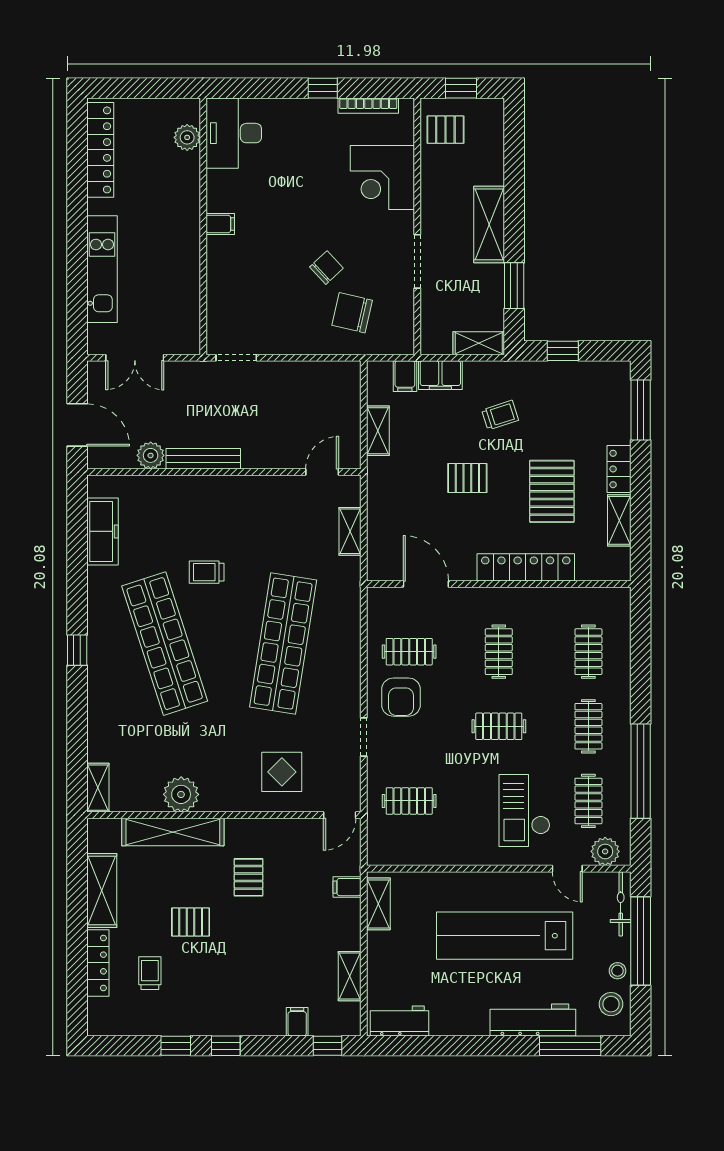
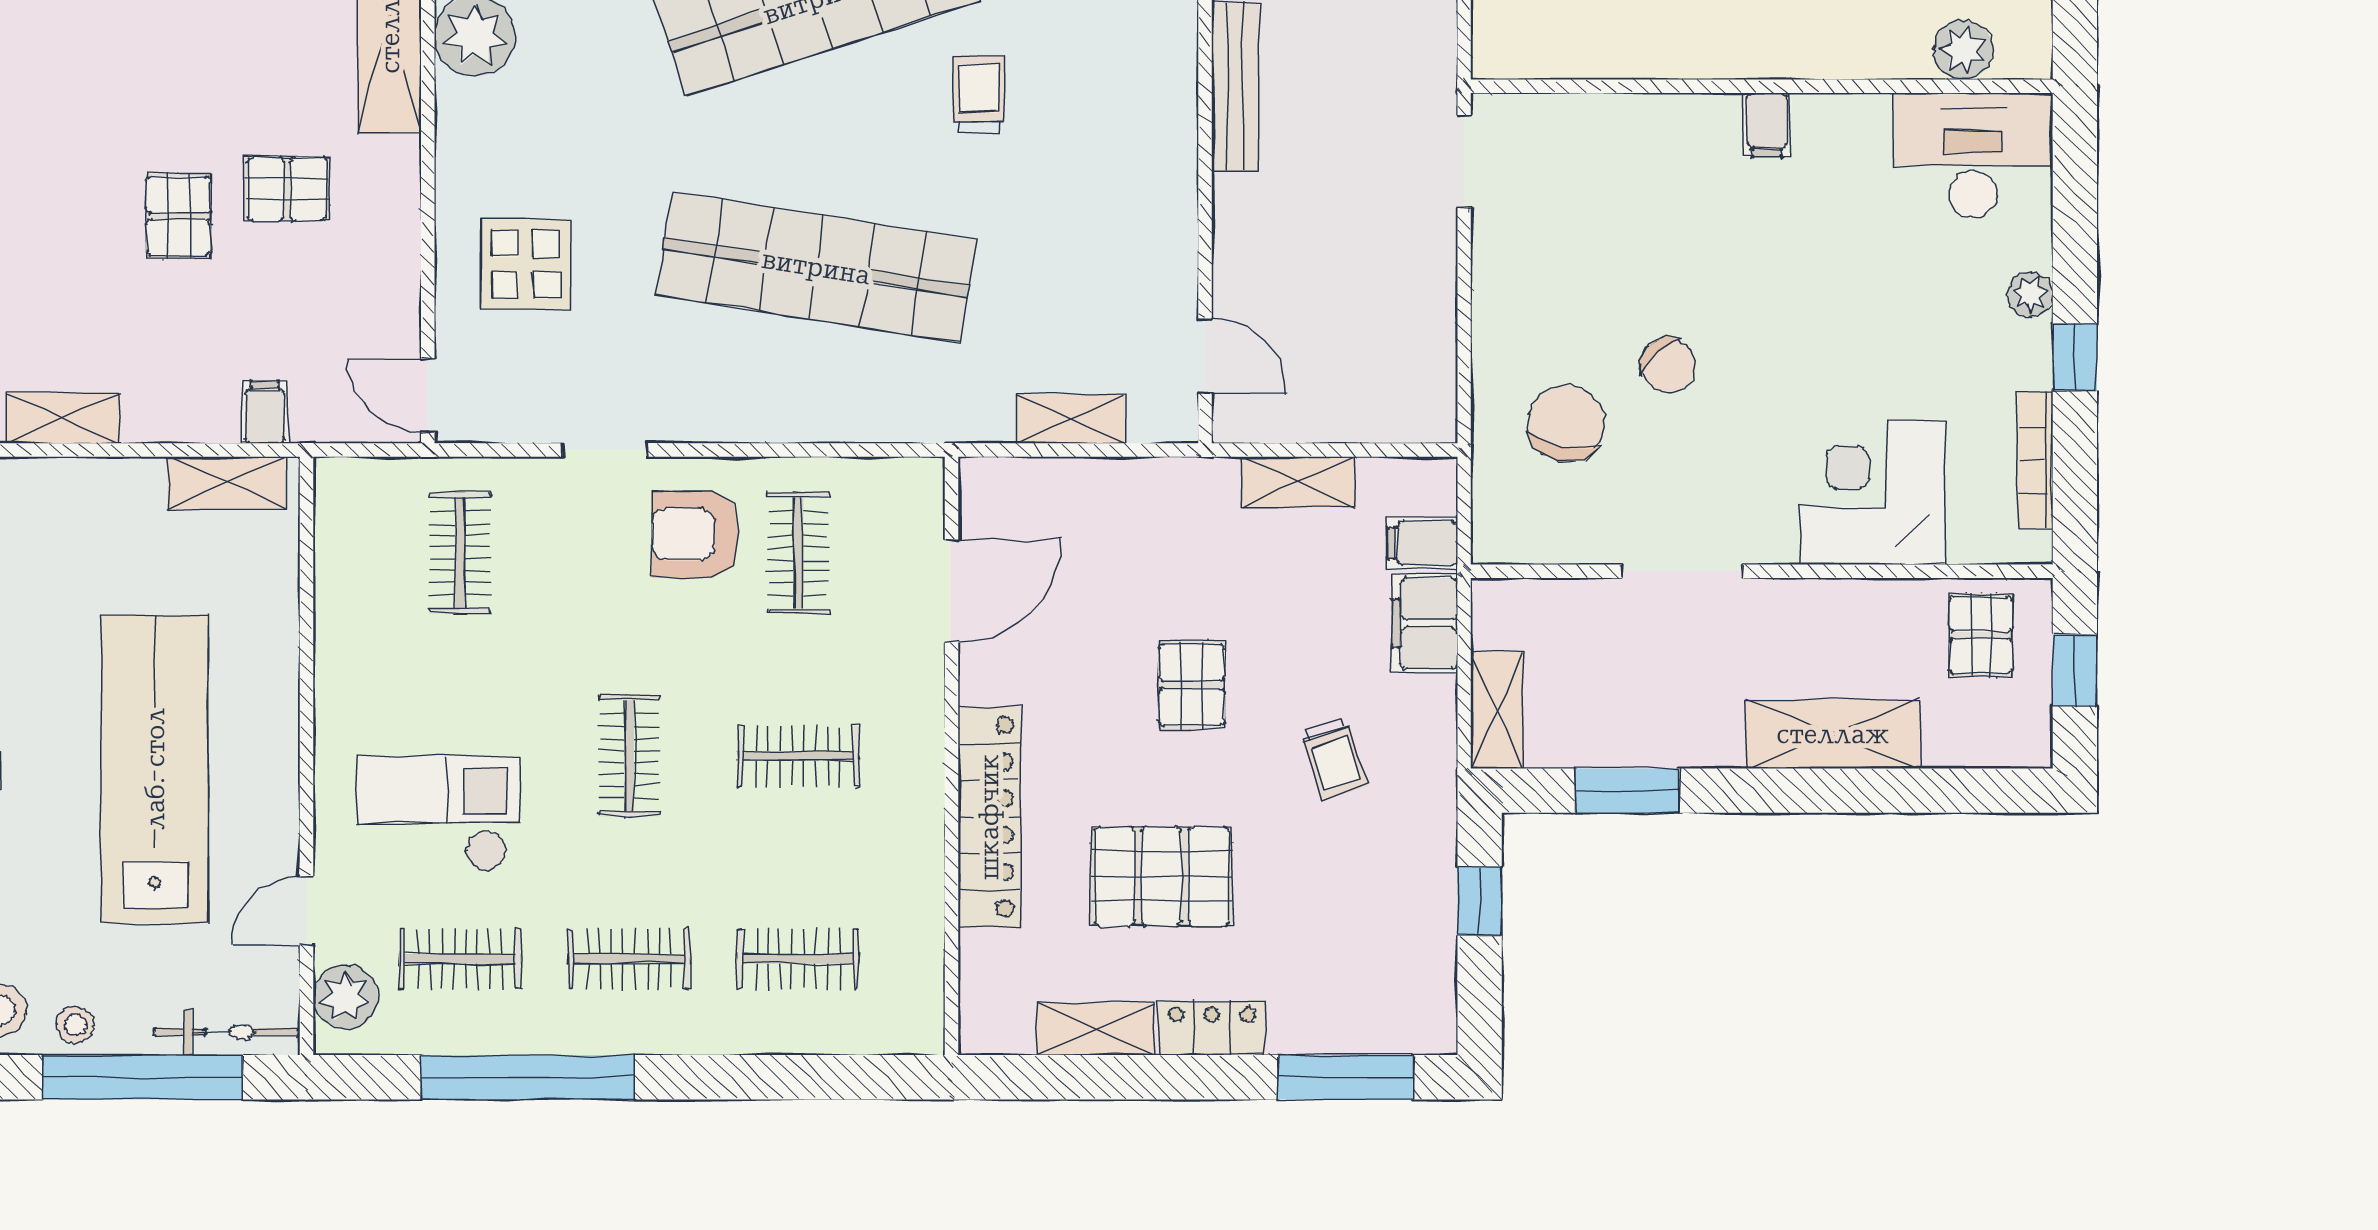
plant: (295, 108) -> (2030, 295), added
shelving: (489, 224) -> (1833, 734), moved
pallet: (191, 922) -> (178, 216), moved

